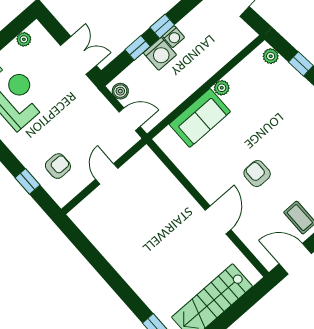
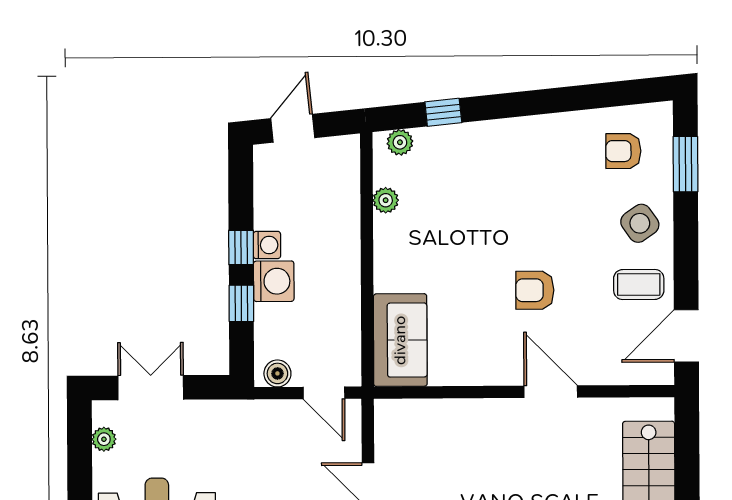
double door: (78, 55) -> (151, 388), moved
plant: (222, 88) -> (386, 200), moved
sofa: (200, 118) -> (400, 340), moved
door: (130, 119) -> (324, 393), swing flipped

